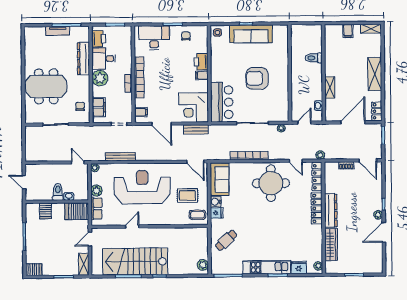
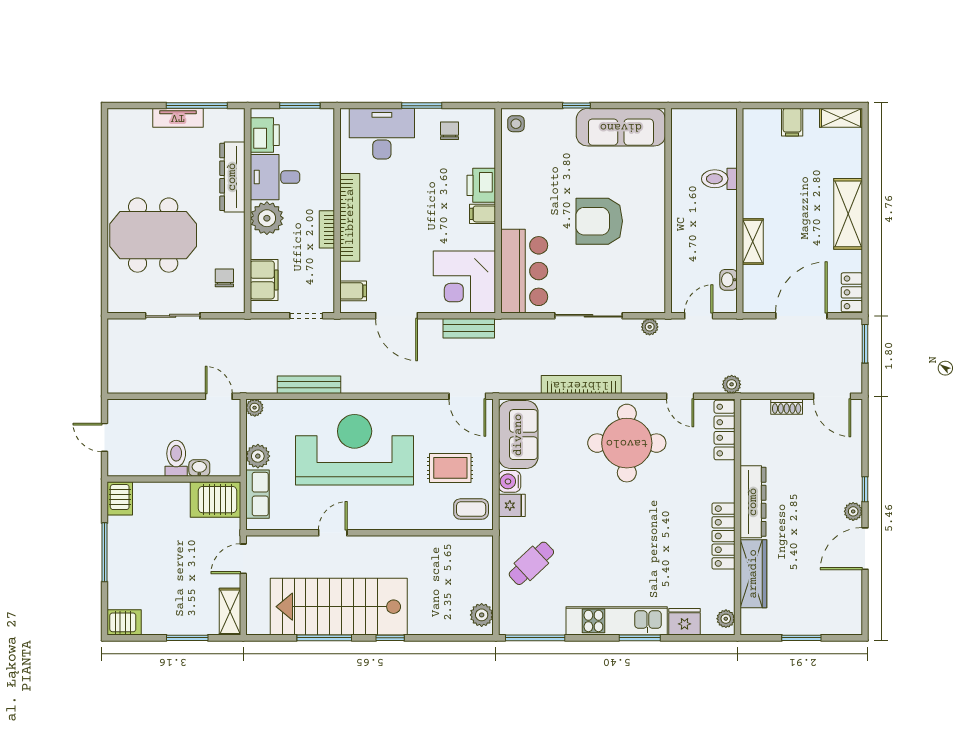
sofa: (251, 34) -> (621, 127), moved
locker: (317, 208) -> (723, 536), moved
server rack: (45, 211) -> (120, 498), moved

